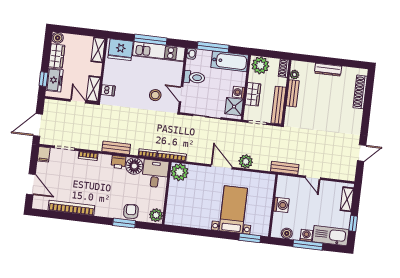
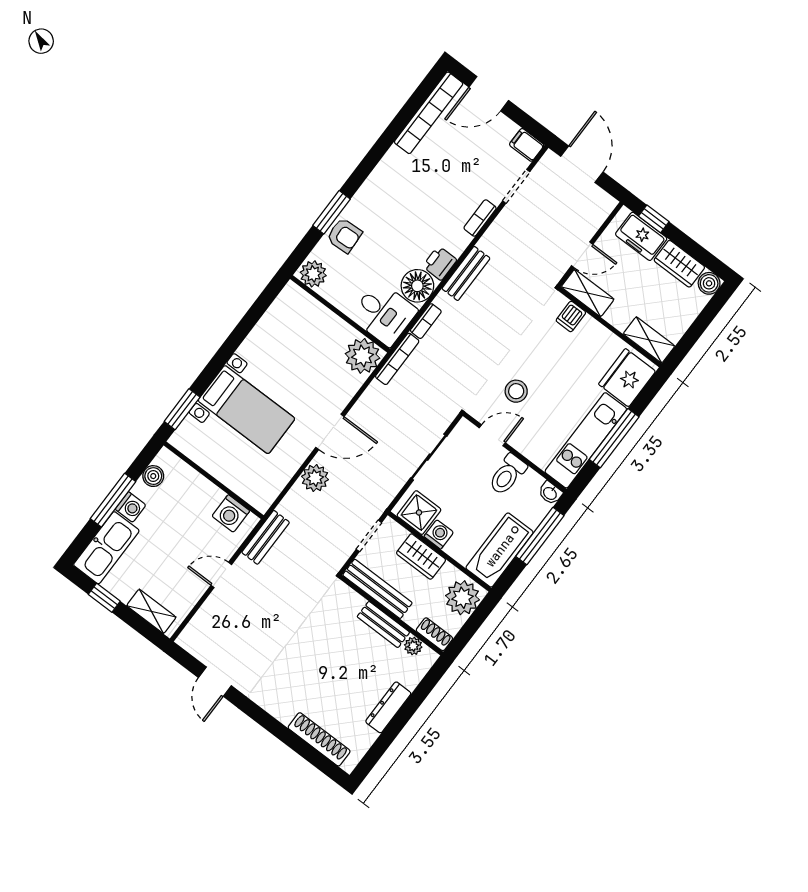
washing machine: (281, 205) -> (231, 514), moved
bookcase: (71, 208) -> (429, 113), moved

